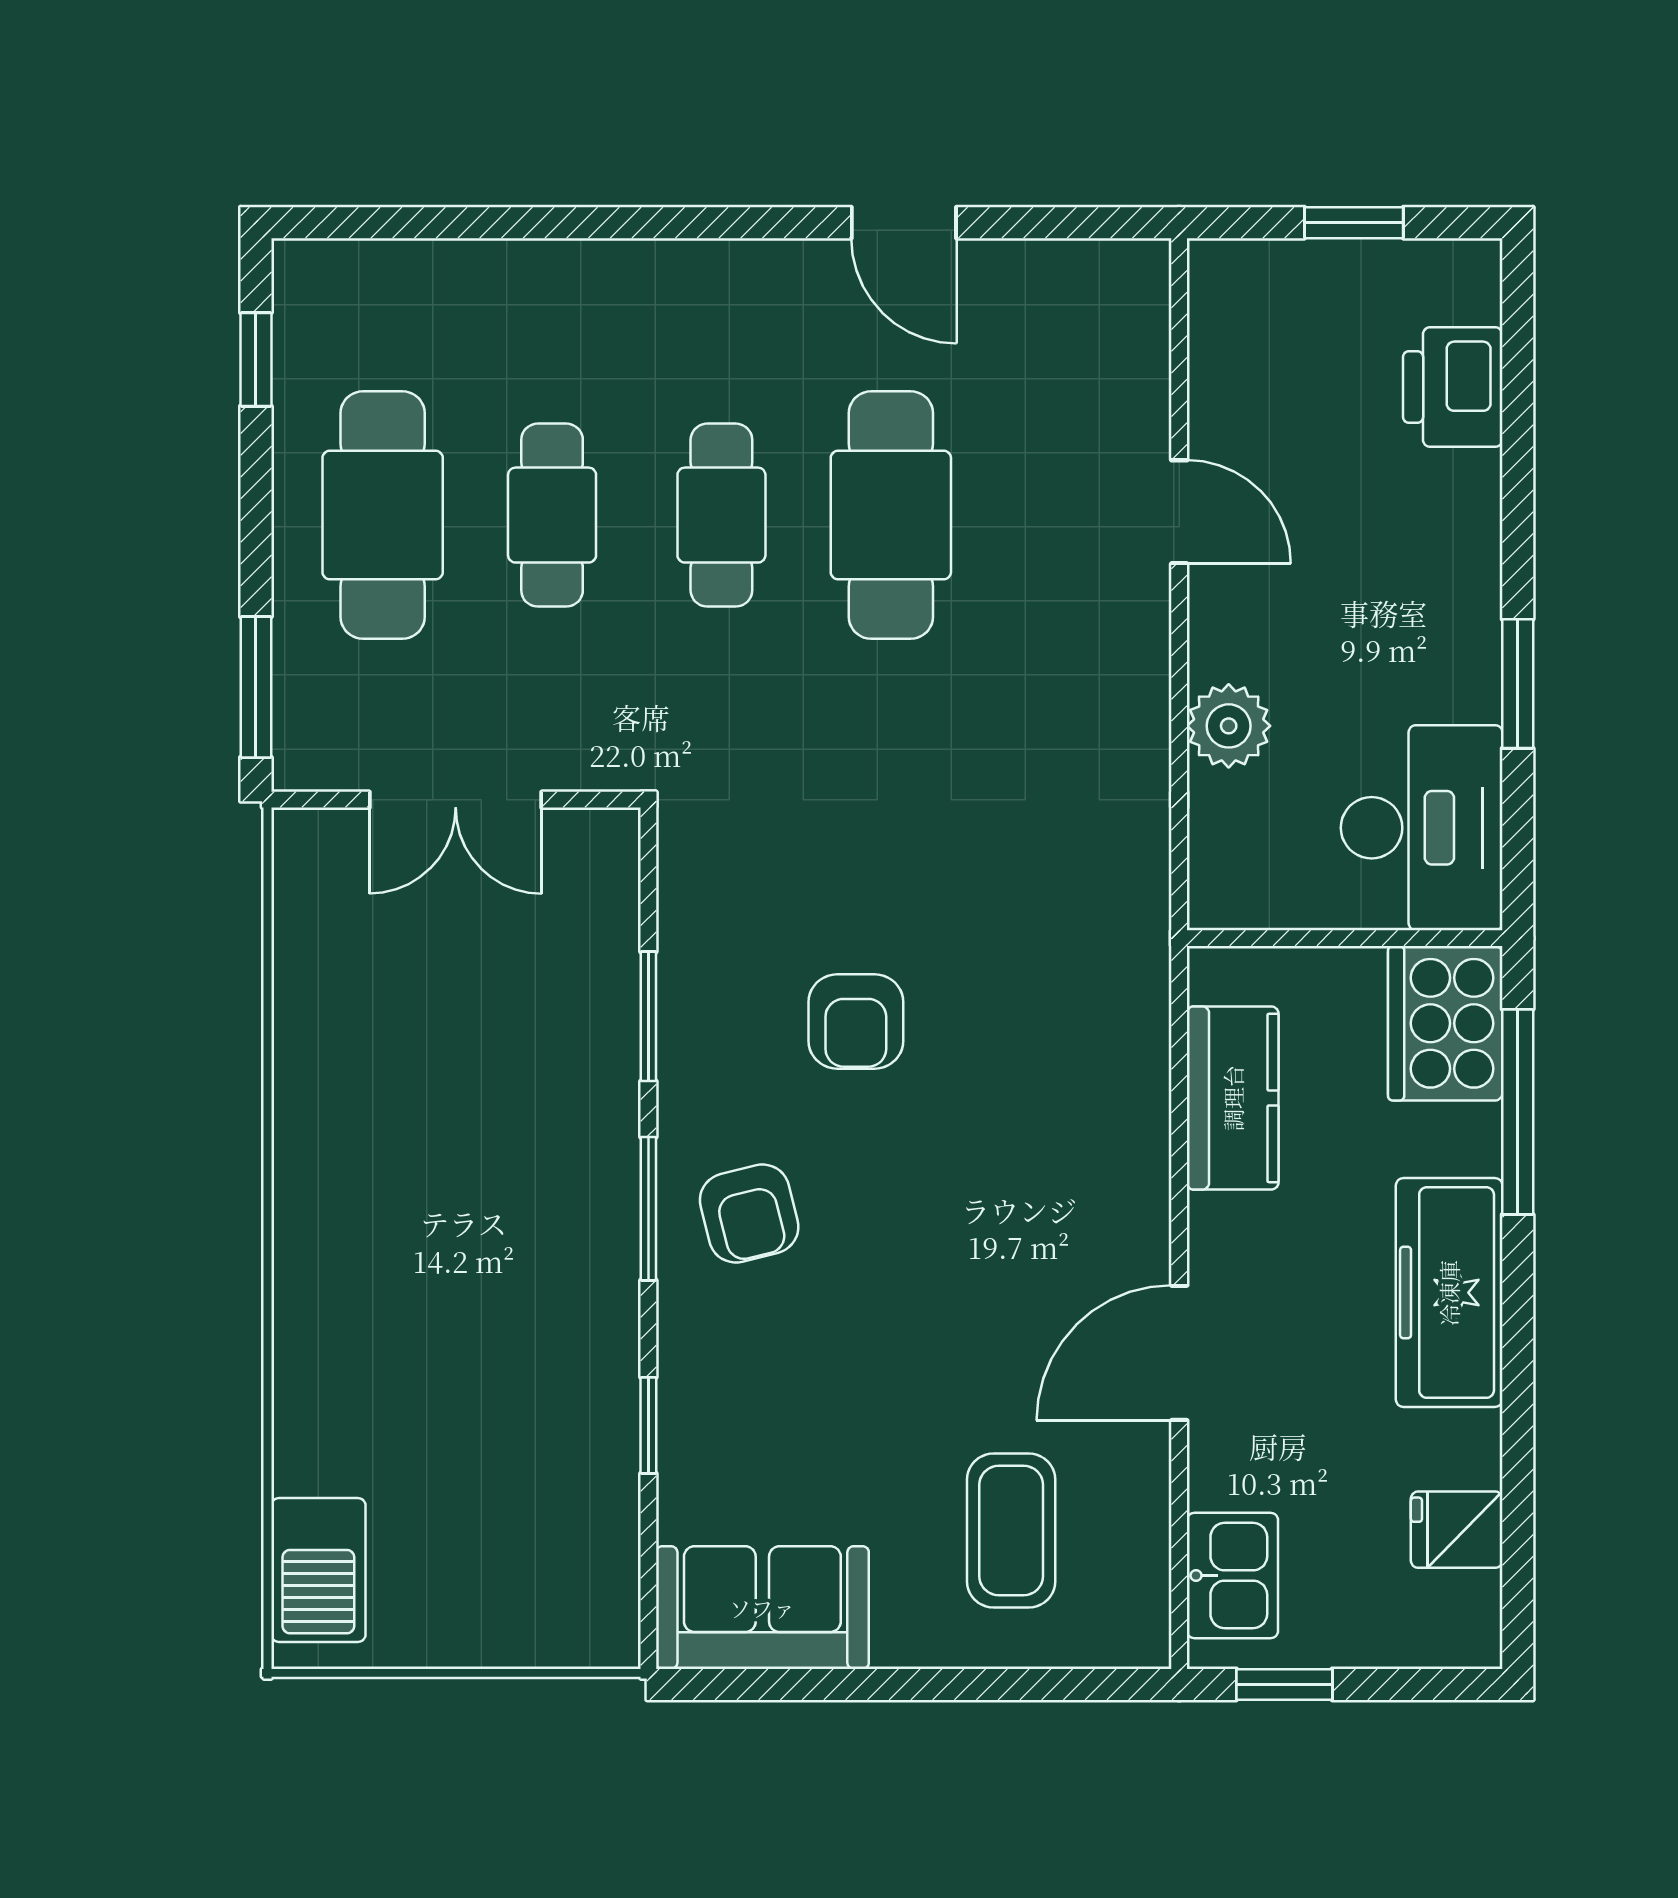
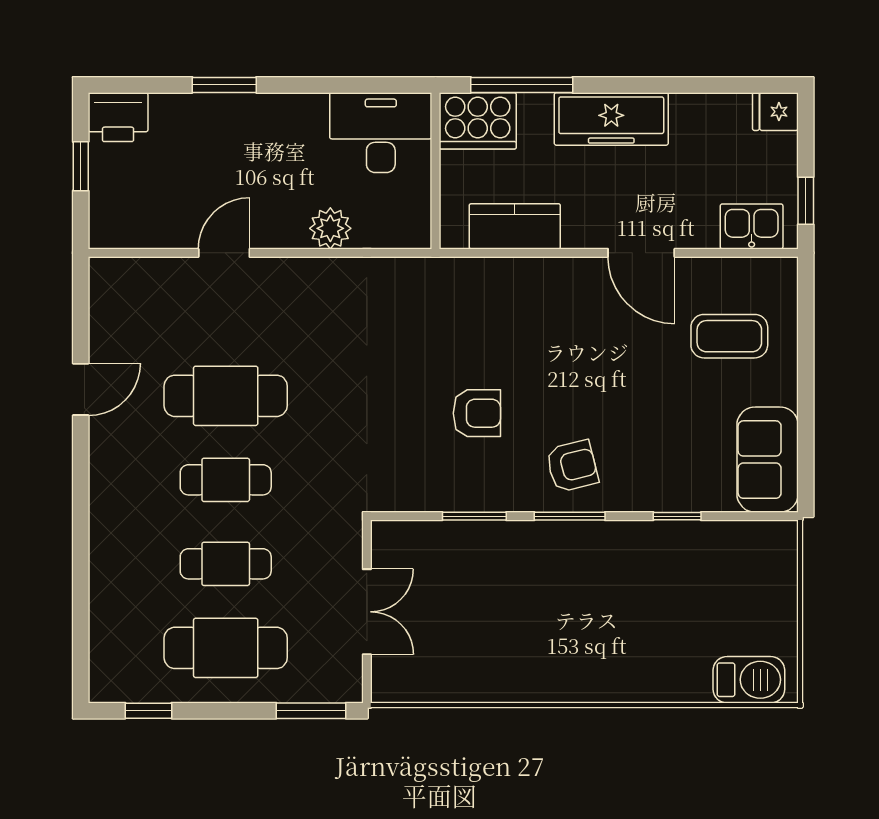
printer: (1453, 387) -> (118, 117), moved
window: (1518, 684) -> (224, 85), moved
fridge: (1457, 1530) -> (775, 112), moved, turned 90

